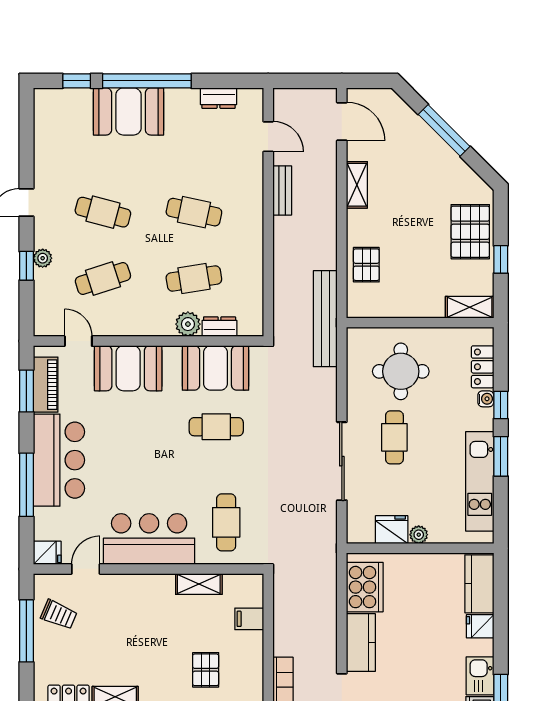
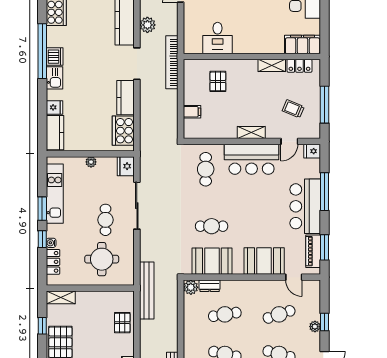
plant: (188, 324) -> (191, 287), moved
fridge: (392, 530) -> (126, 166), moved, turned 90
shelving: (199, 584) -> (251, 133), moved
trolley: (59, 615) -> (293, 109), moved

